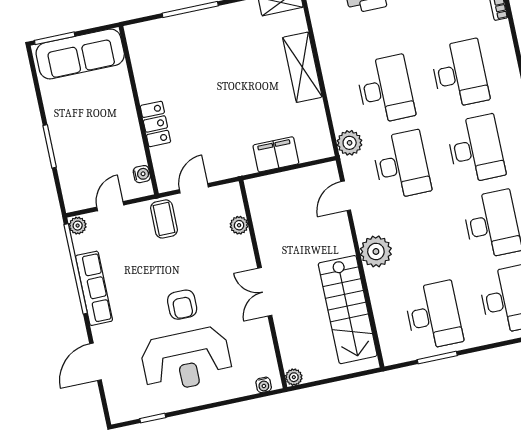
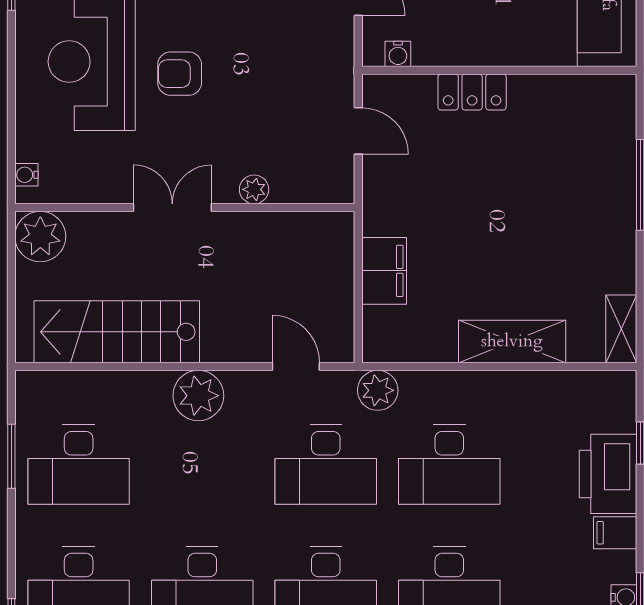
coffee table: (164, 219) -> (320, 74), removed
plant: (239, 225) -> (254, 189), moved
plant: (294, 377) -> (40, 237), width x1.88, depth x1.88

